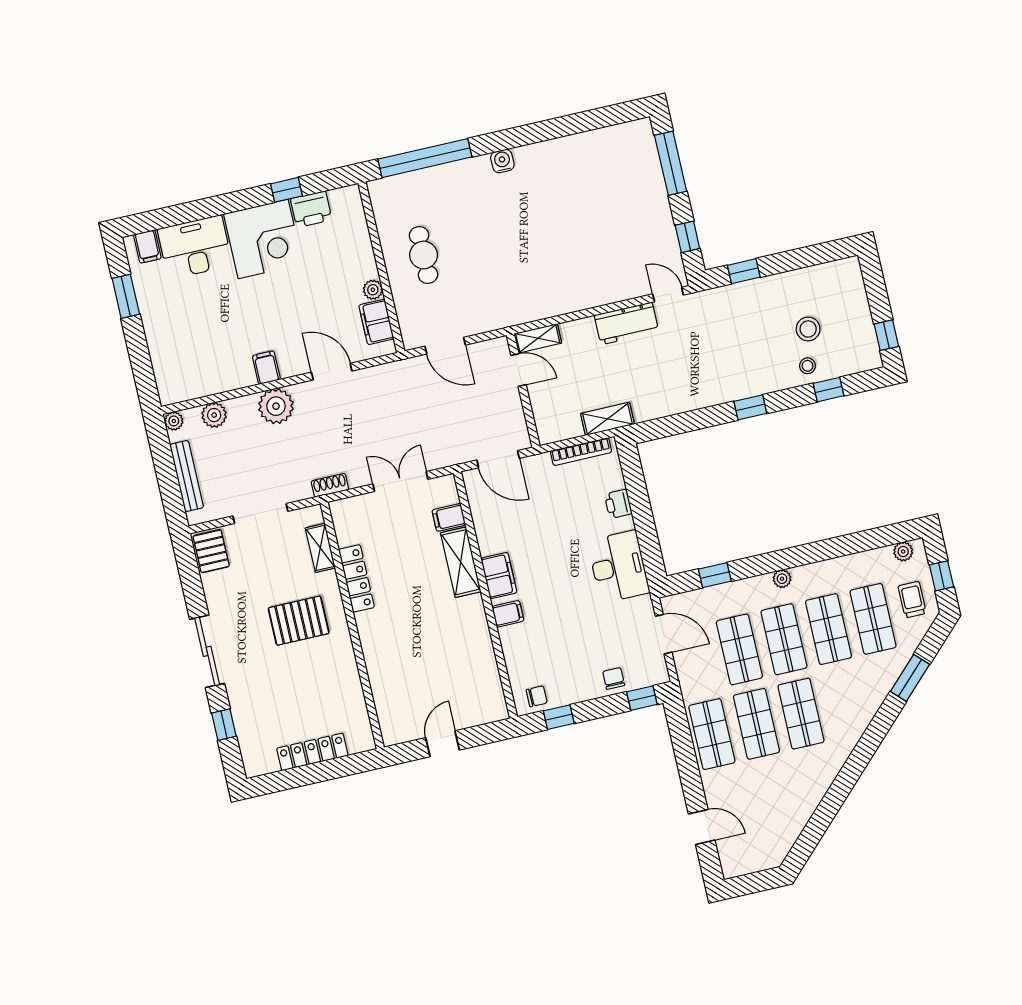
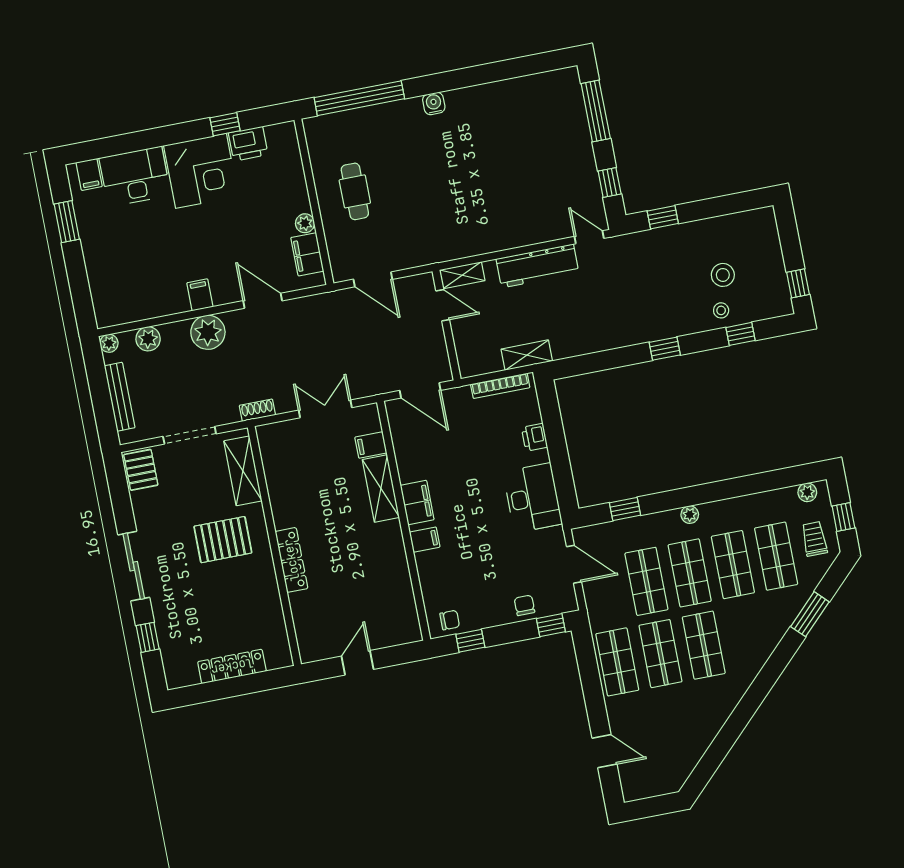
workbench: (626, 323) -> (538, 266), width x1.38
shelving: (320, 548) -> (243, 471), width x1.50, depth x1.33
locker: (357, 578) -> (292, 560), moved

